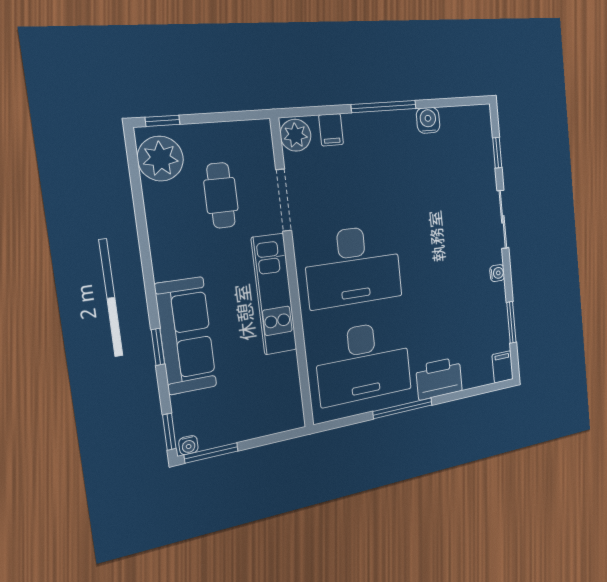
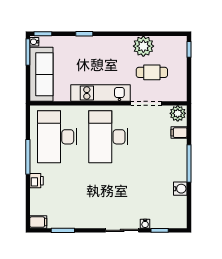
plant: (160, 159) -> (143, 46), moved
water cooler: (497, 273) -> (145, 224), moved
sofa: (186, 336) -> (41, 74), moved, turned -90
printer: (439, 378) -> (37, 181), width x0.53, depth x0.68

